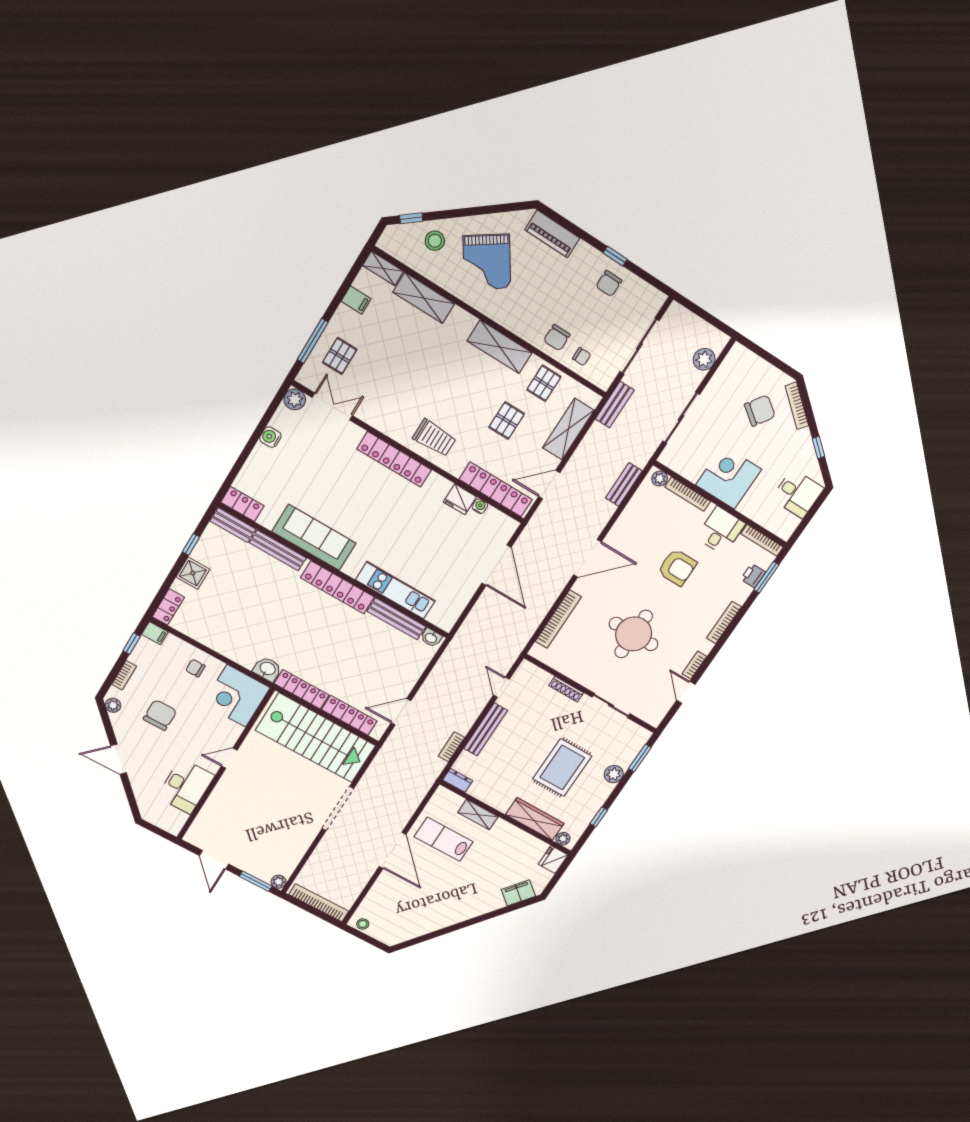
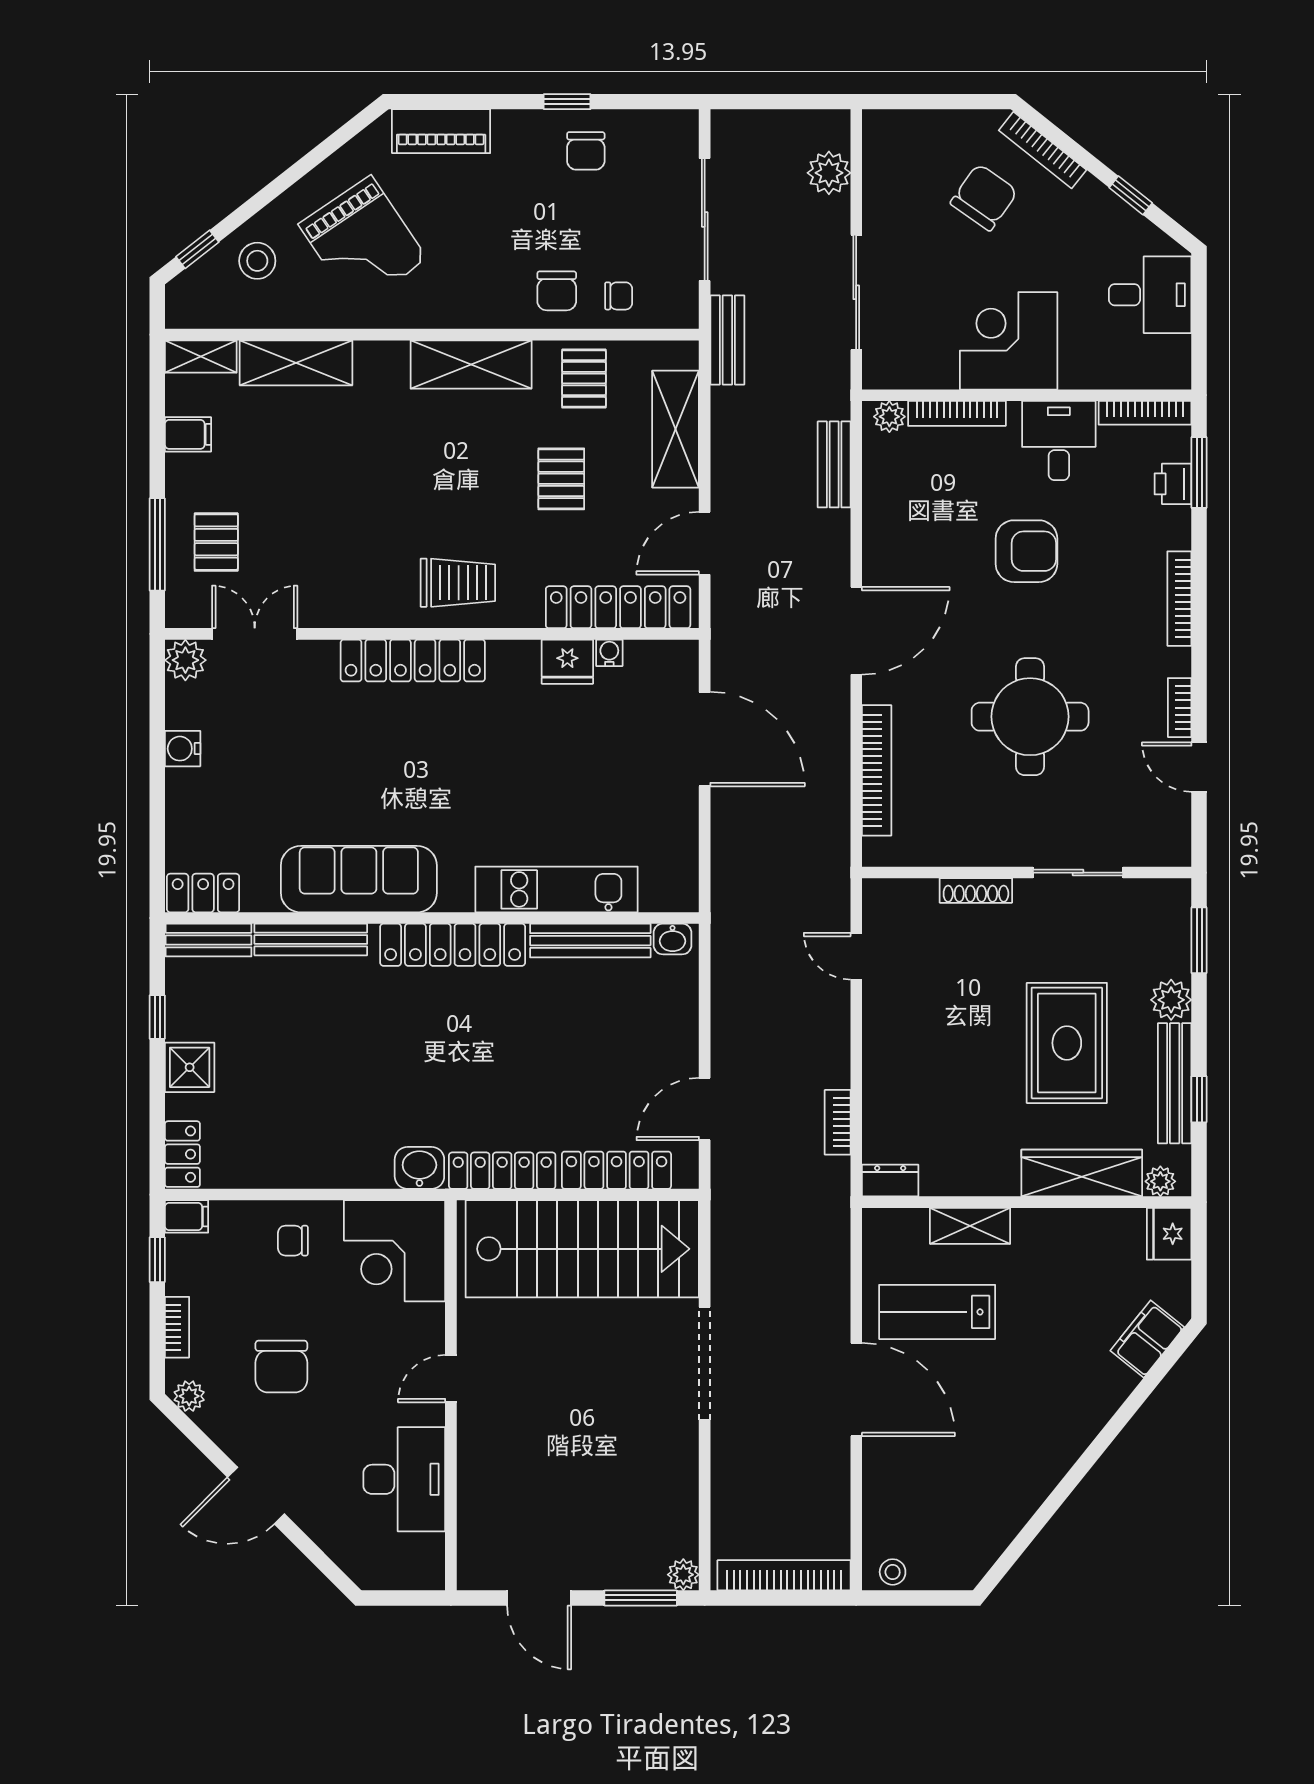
chair: (160, 715) -> (281, 1367), turned 180
bench: (486, 729) -> (1175, 1083), moved

